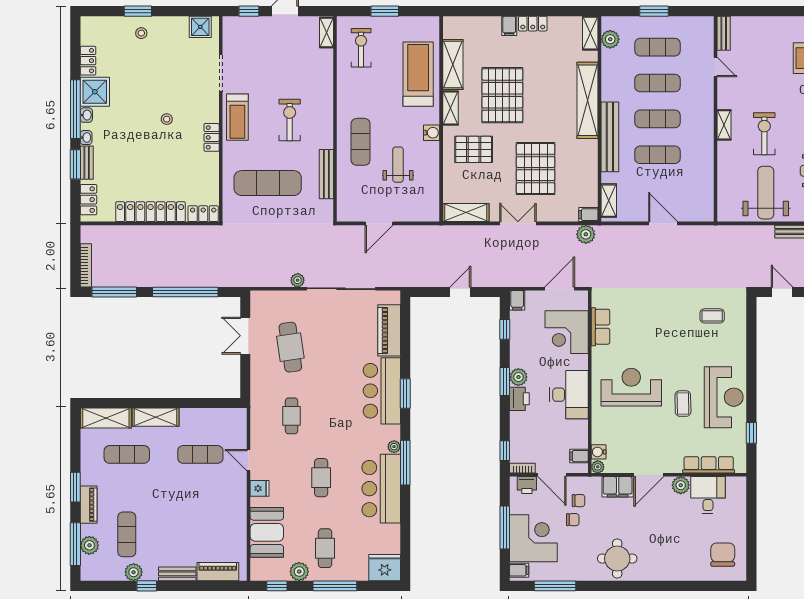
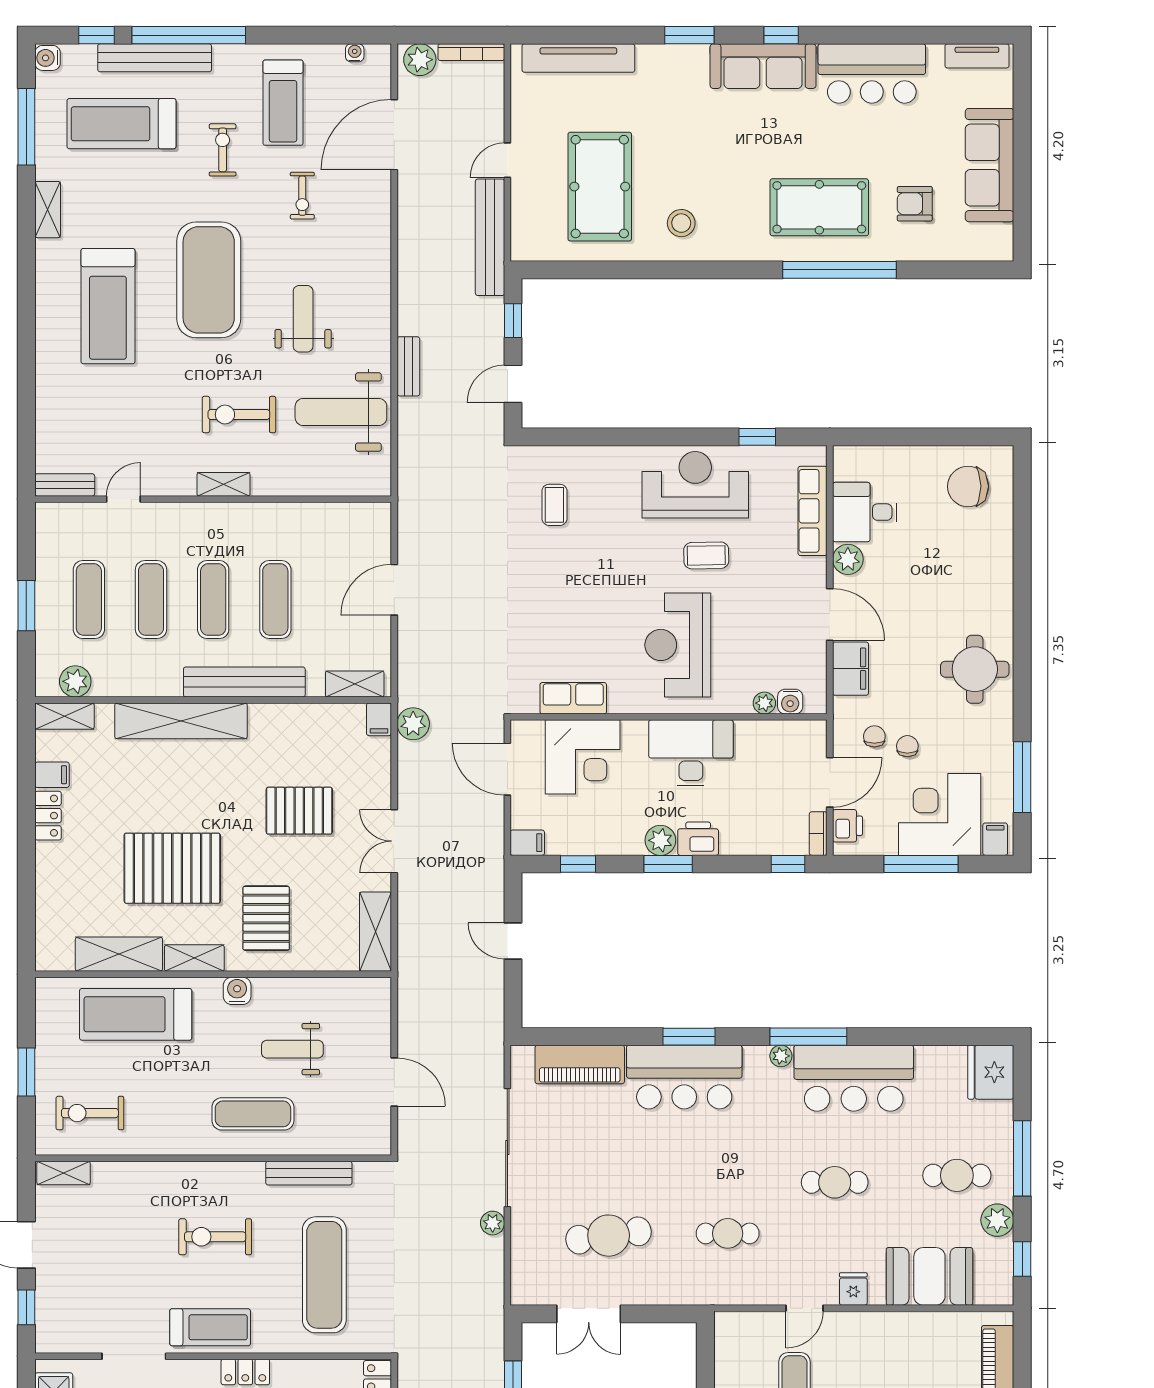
filing cabinet: (509, 26) -> (52, 775), moved
pallet: (536, 169) -> (299, 811), width x0.73, depth x0.71
filing cabinet: (579, 456) -> (797, 736), removed
plant: (598, 467) -> (764, 703), moved

